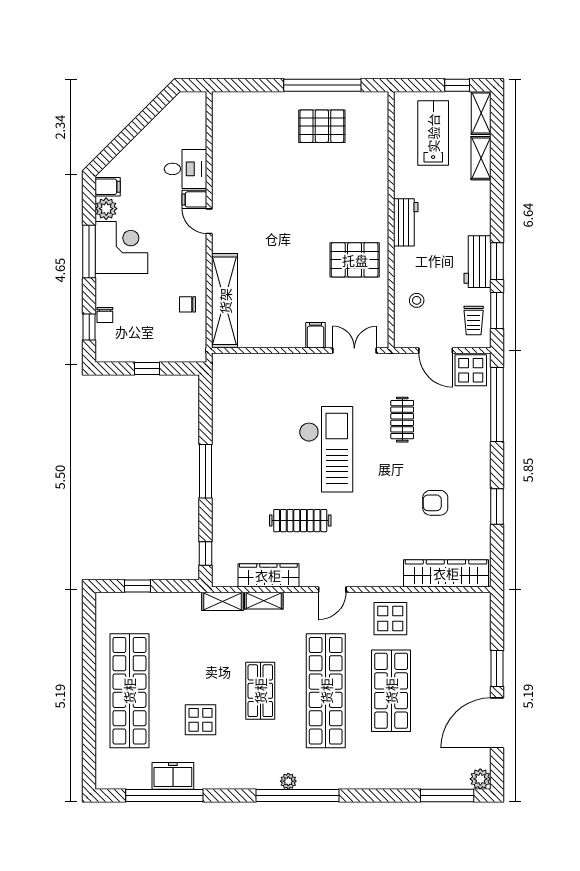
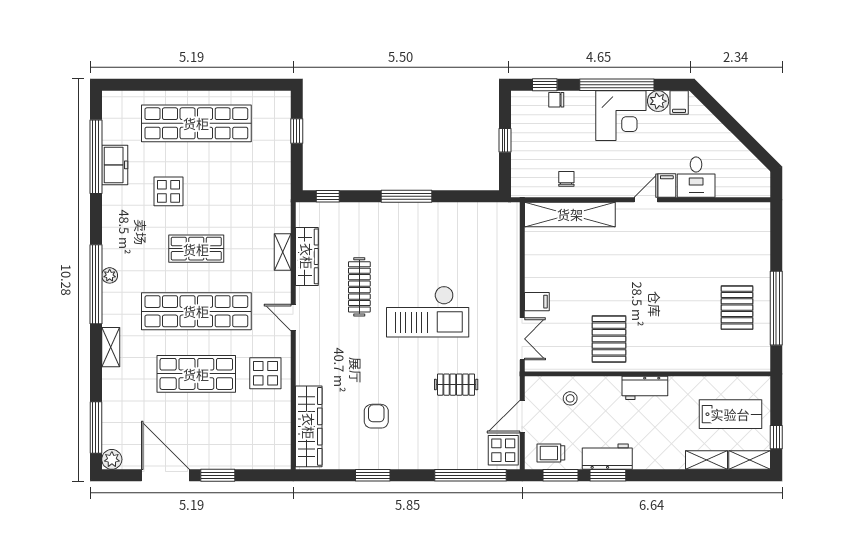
window: (89, 252) -> (617, 85), width x1.46
shelving: (222, 601) -> (111, 347), moved

